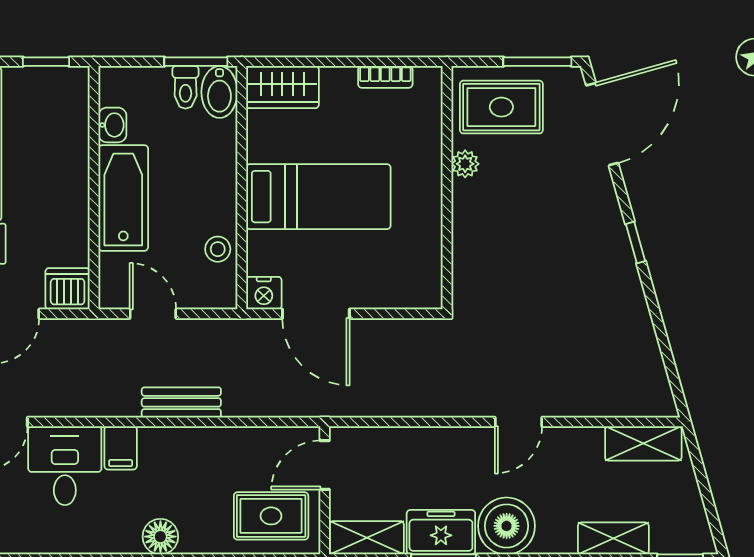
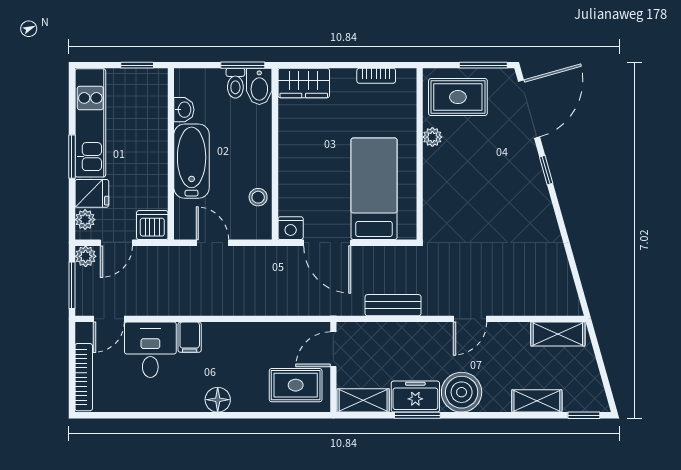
bed: (318, 197) -> (374, 189), moved, turned -90
window: (635, 242) -> (546, 170), moved
bench: (181, 402) -> (393, 305), moved

